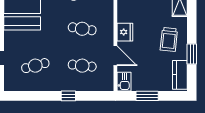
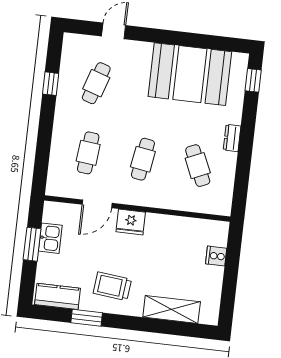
cafe table: (35, 66) -> (96, 83), turned 33
kitchen sink: (124, 82) -> (50, 238), moved, turned -90
window: (68, 96) -> (51, 84), moved

